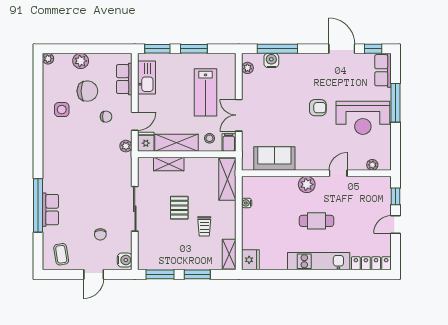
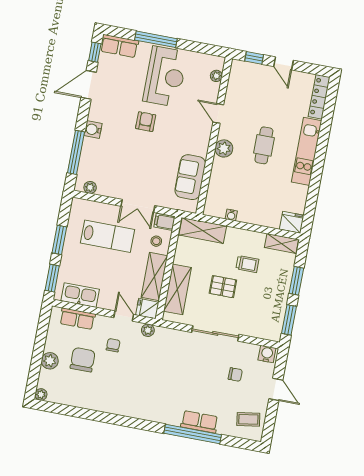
water cooler: (271, 60) -> (93, 129), moved
side table: (62, 110) -> (97, 390), removed
shelving: (169, 164) -> (177, 289), width x1.50, depth x1.33

